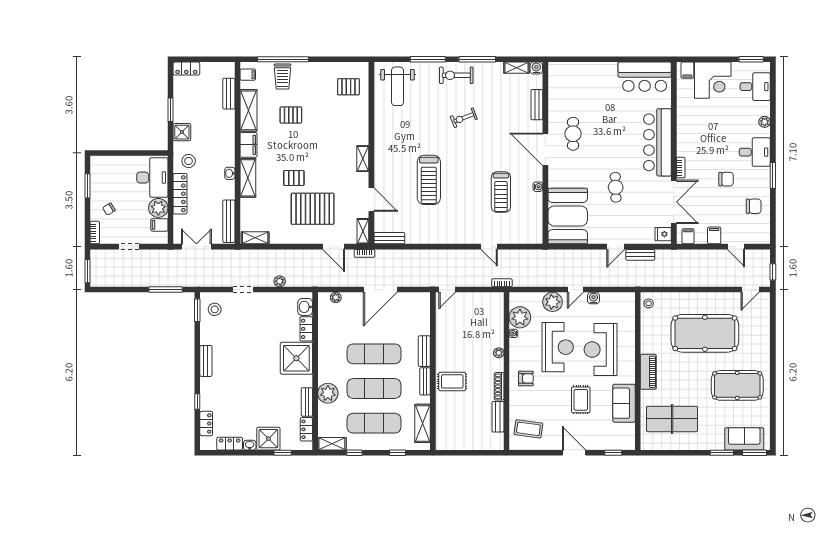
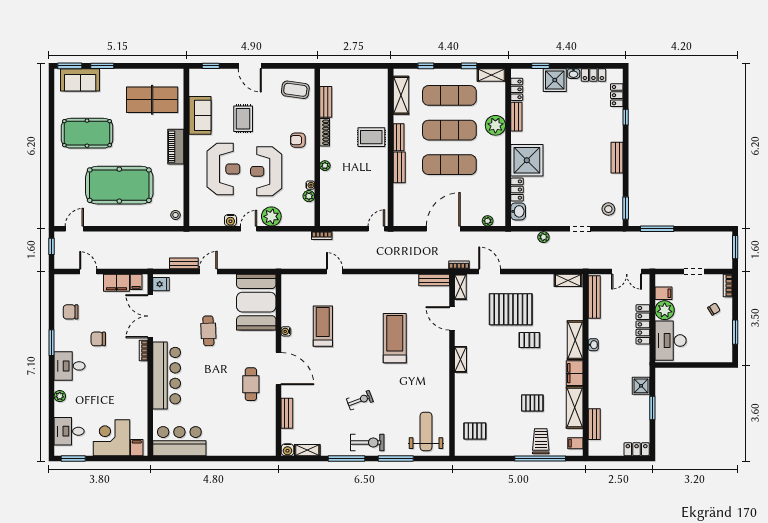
stool: (189, 161) -> (634, 357), removed
filing cabinet: (714, 235) -> (116, 283), width x2.00
plant: (520, 317) -> (309, 196), width x0.53, depth x0.53

